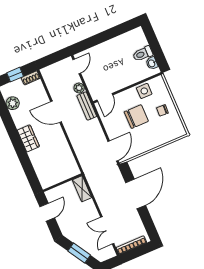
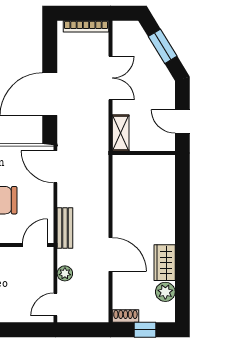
bench: (87, 106) -> (65, 228), moved
wardrobe: (28, 138) -> (165, 263), moved
door: (113, 151) -> (55, 167), hinge flipped
door: (47, 212) -> (182, 121), hinge flipped
double door: (107, 230) -> (111, 78), moved

